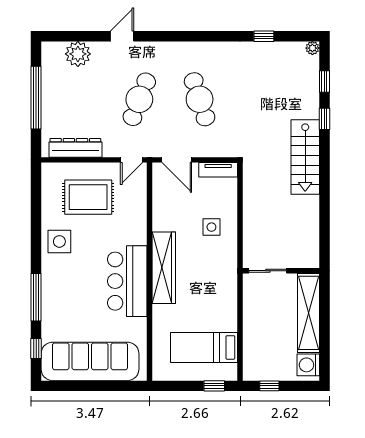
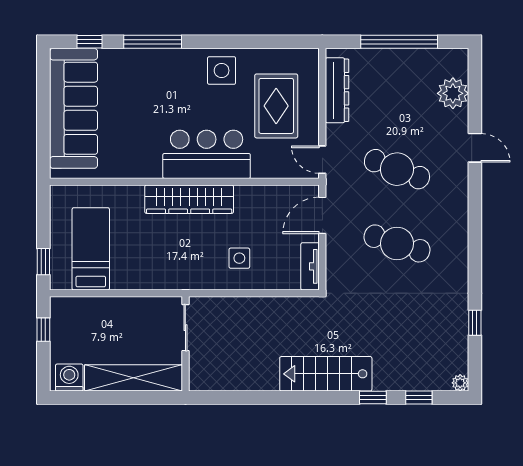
cafe table: (200, 99) -> (397, 243), turned 36
bar counter: (127, 281) -> (207, 154), moved

